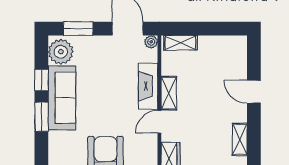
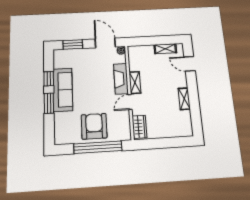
shelving: (180, 43) -> (165, 49), moved
plant: (61, 52) -> (62, 60), removed
door: (254, 92) -> (190, 64), moved
shelving: (240, 139) -> (184, 99), moved

